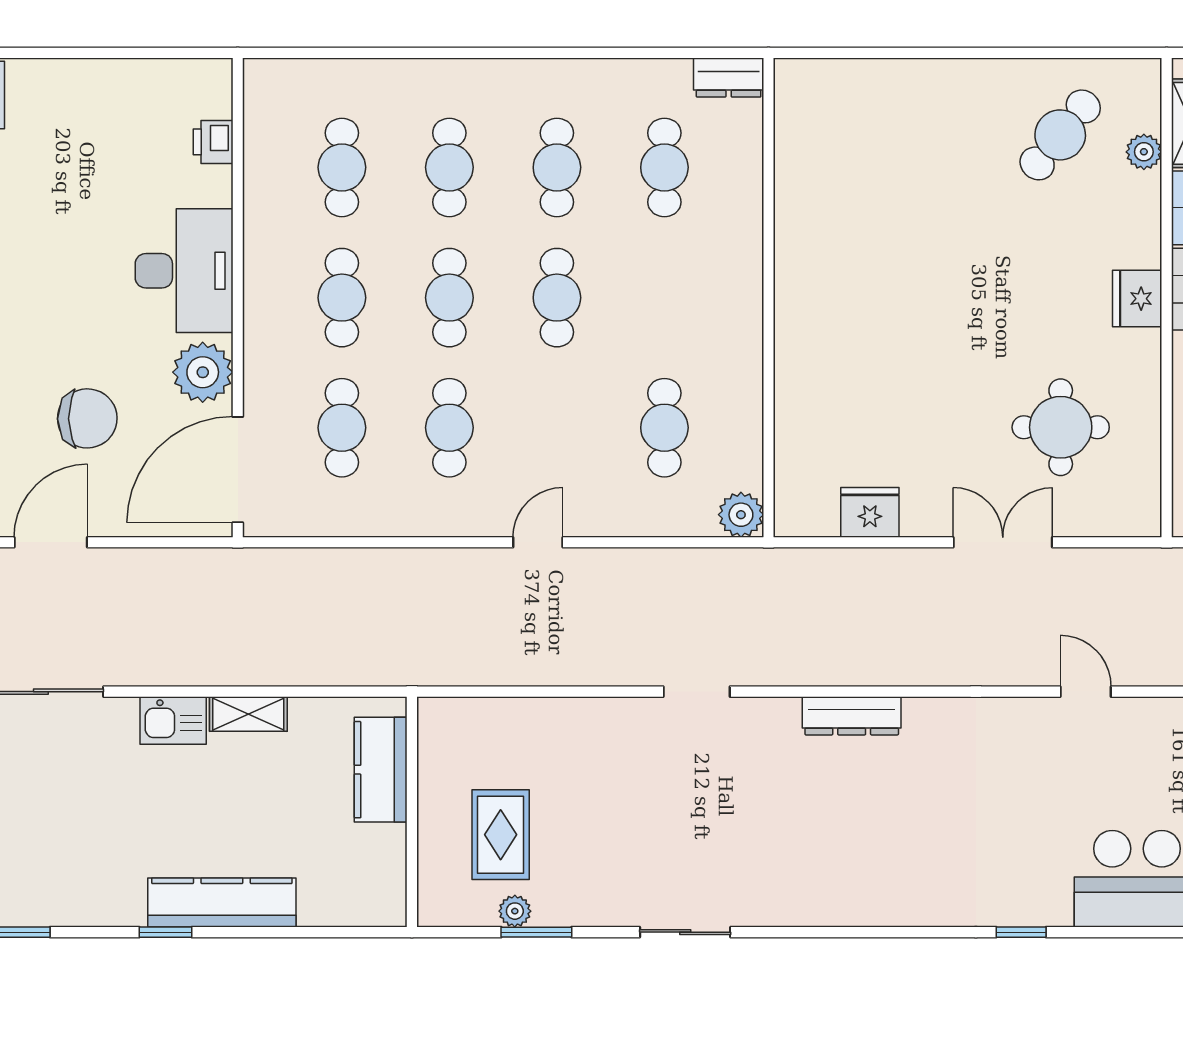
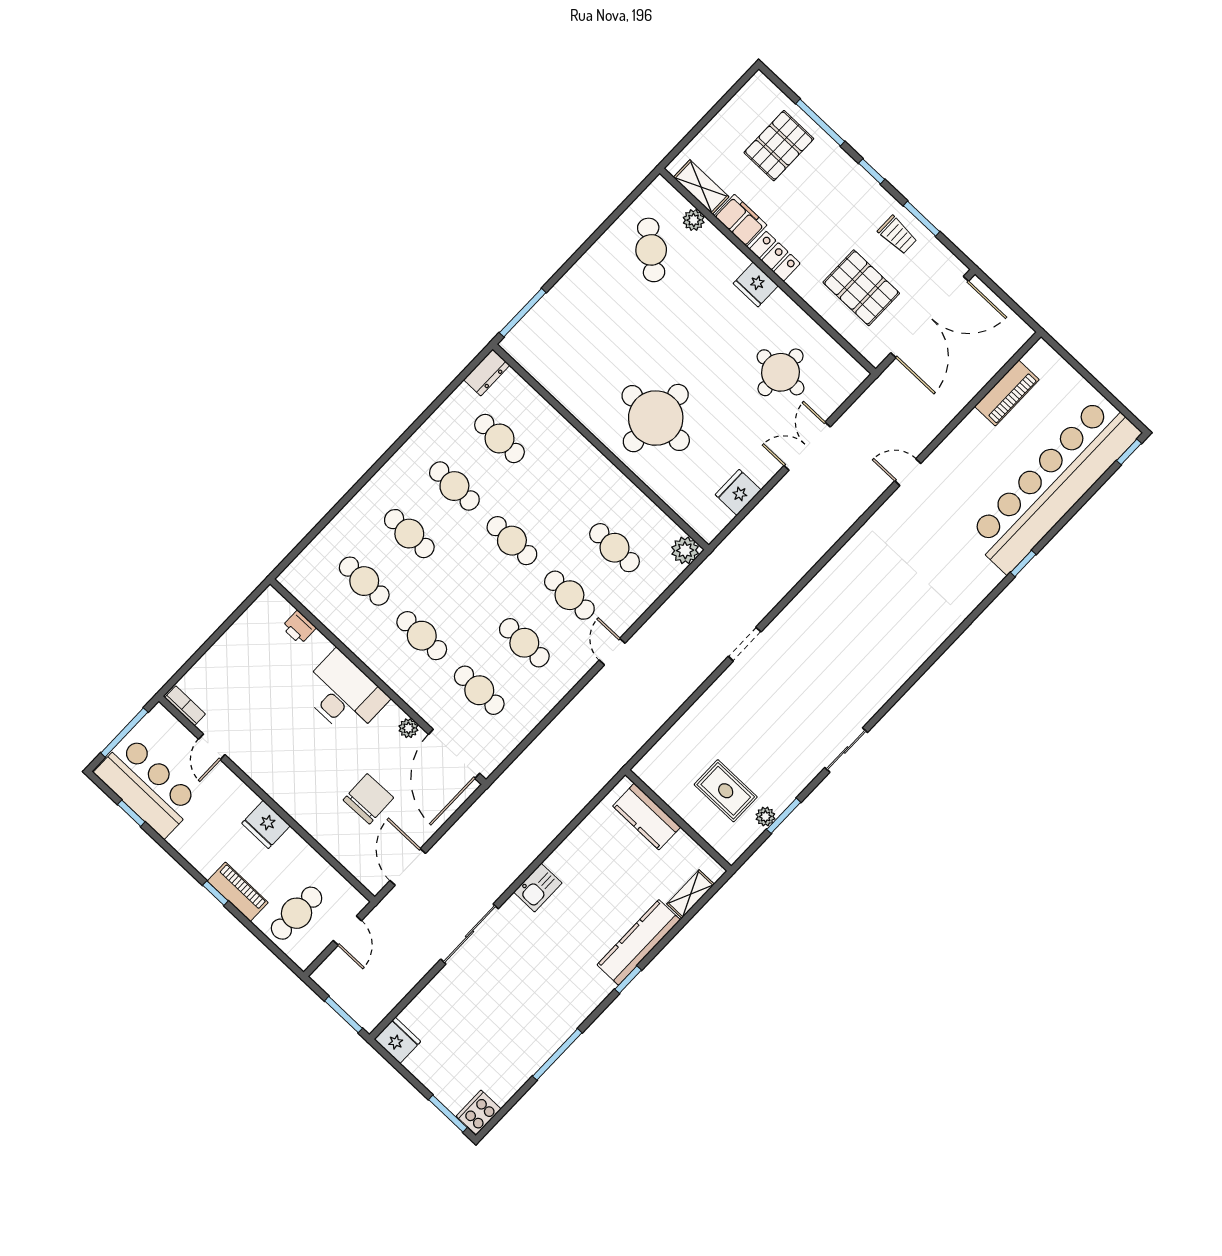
window: (841, 53) -> (523, 313), added
cafe table: (449, 298) -> (569, 595), moved
round table: (865, 330) -> (656, 418), added
plant: (203, 372) -> (408, 728), width x0.53, depth x0.53
shelving: (248, 714) -> (691, 894), moved
dresser: (852, 716) -> (820, 586), removed
window: (1021, 932) -> (1023, 563), moved

